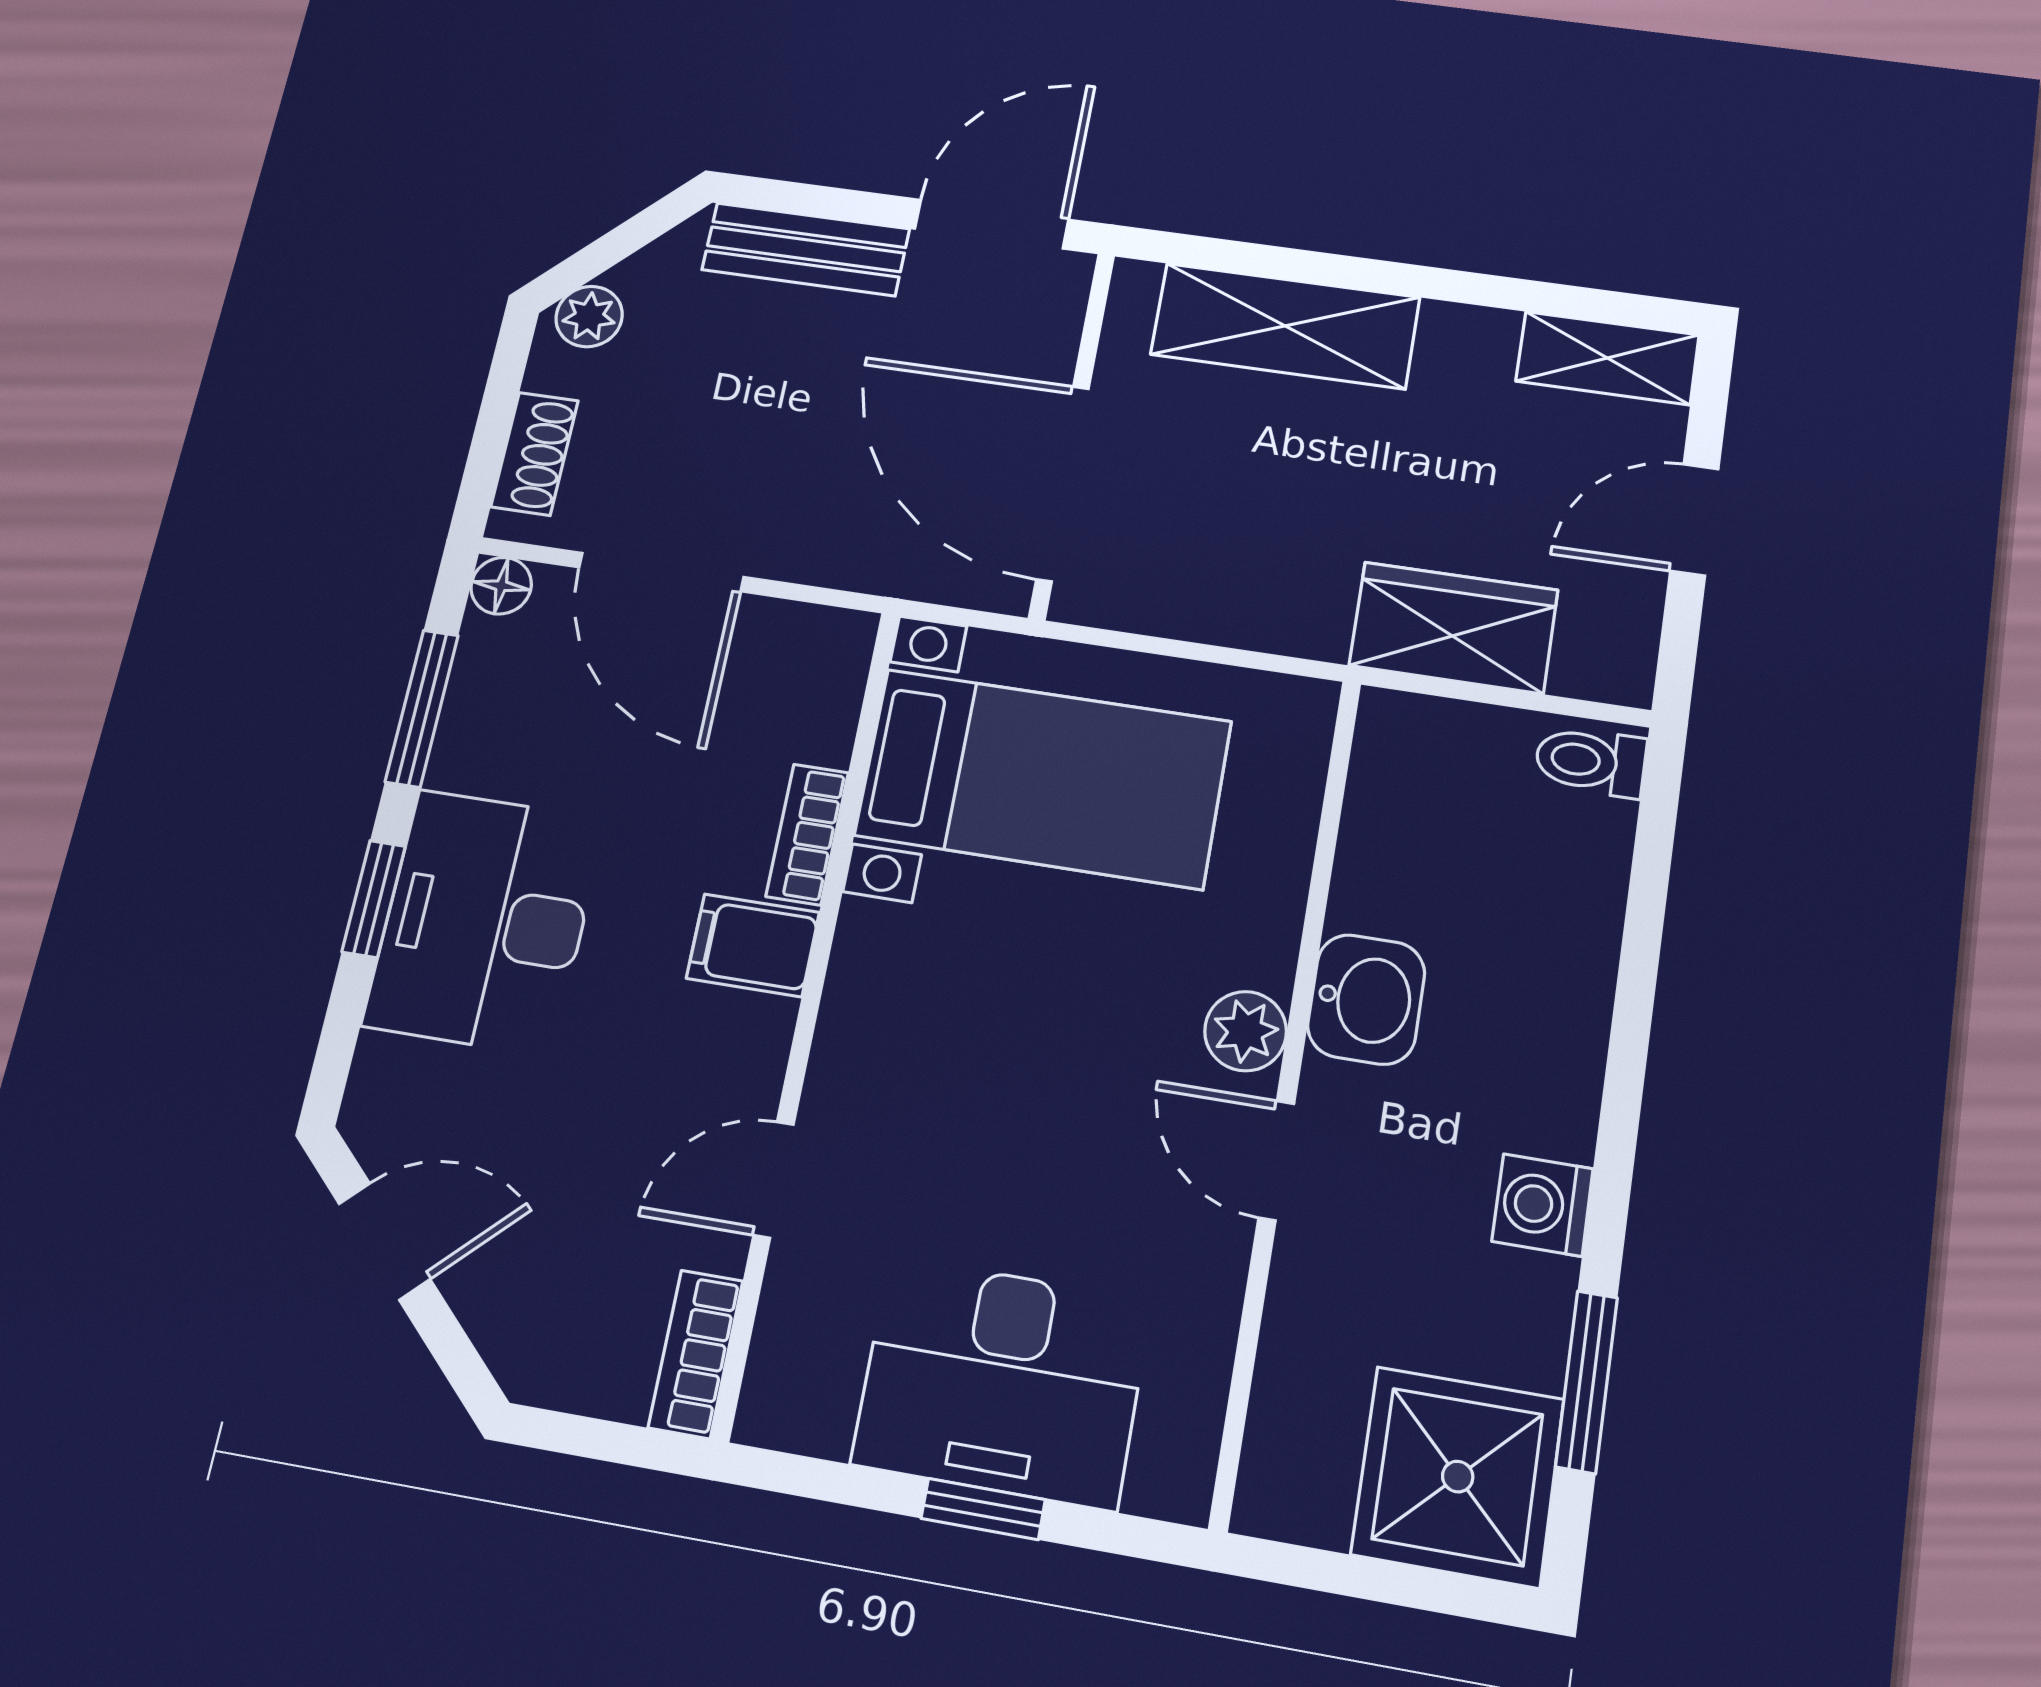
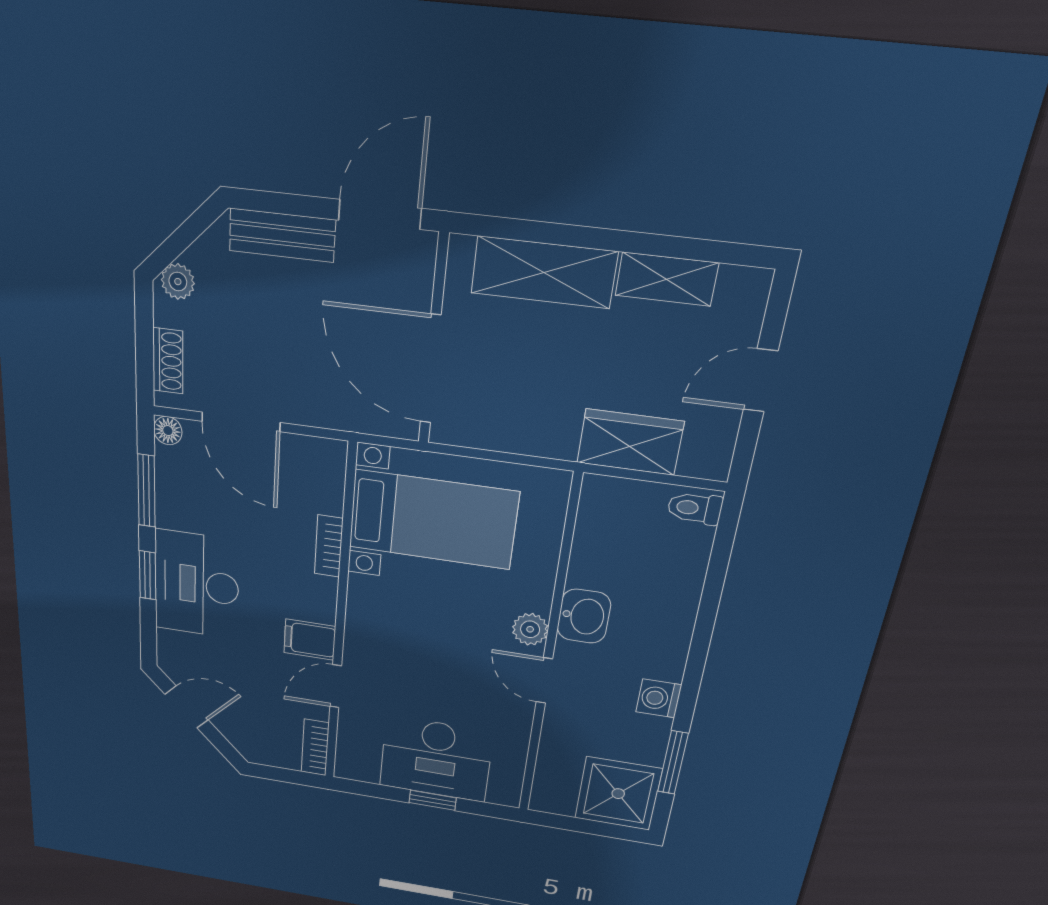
shelving: (1607, 358) -> (666, 279), moved
filing cabinet: (753, 945) -> (310, 640), moved

